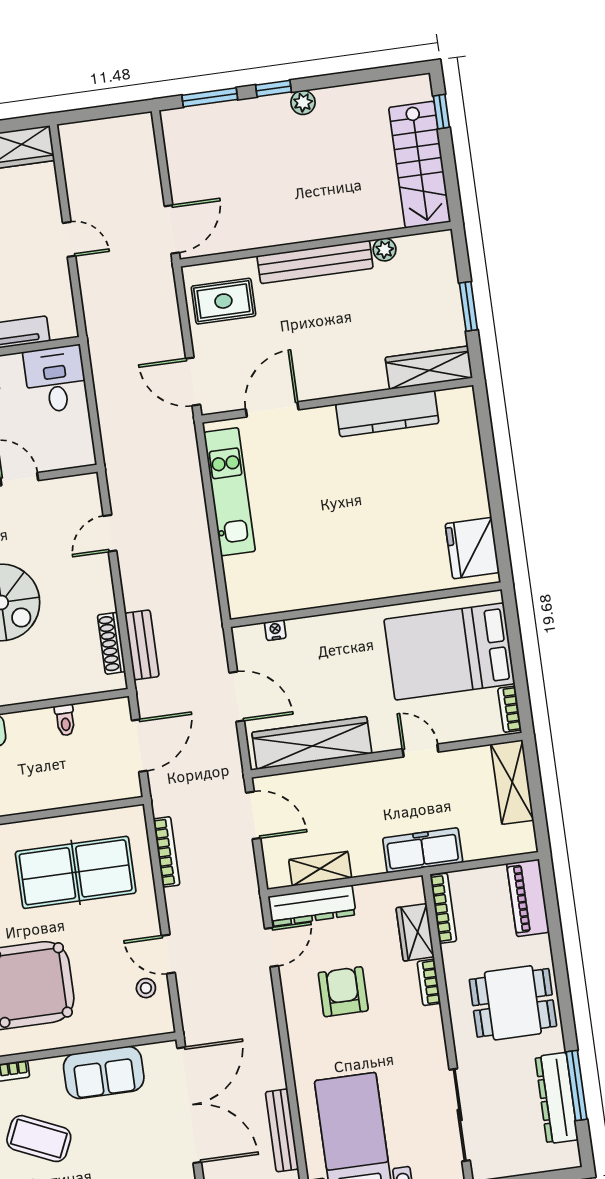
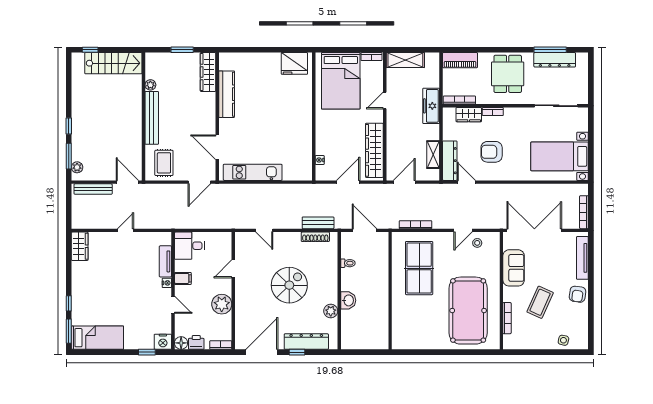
plant: (303, 102) -> (77, 167), moved
bench: (282, 1130) -> (93, 189), moved

